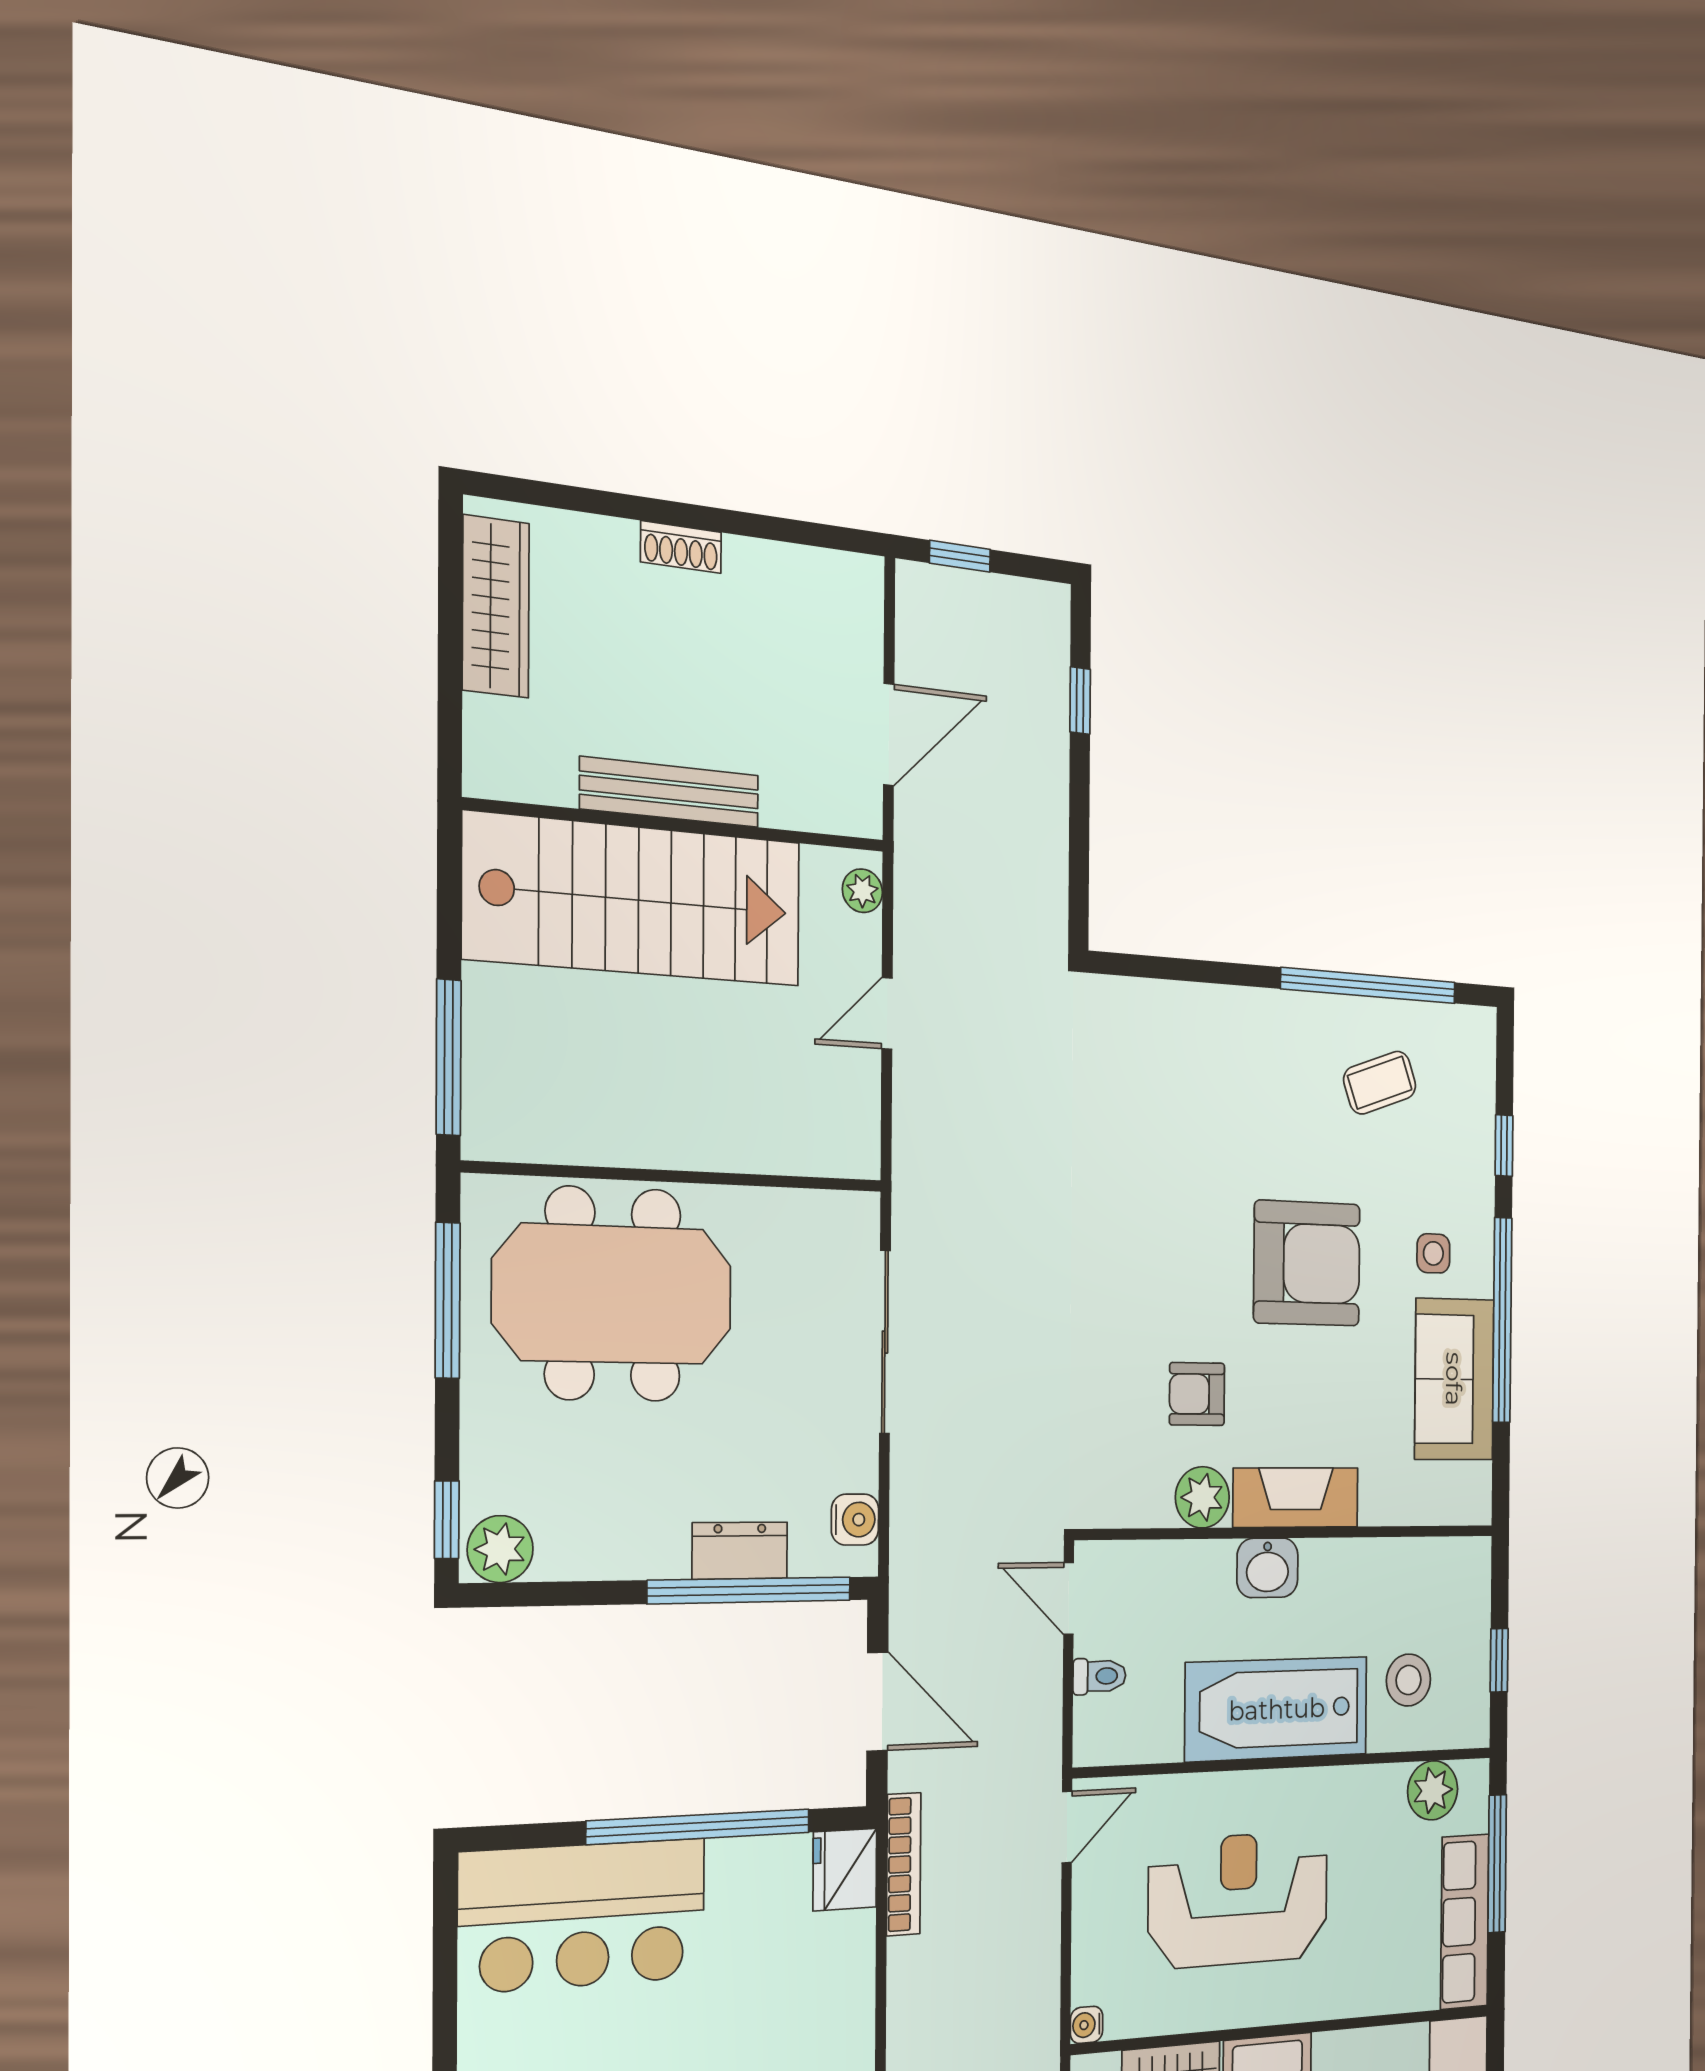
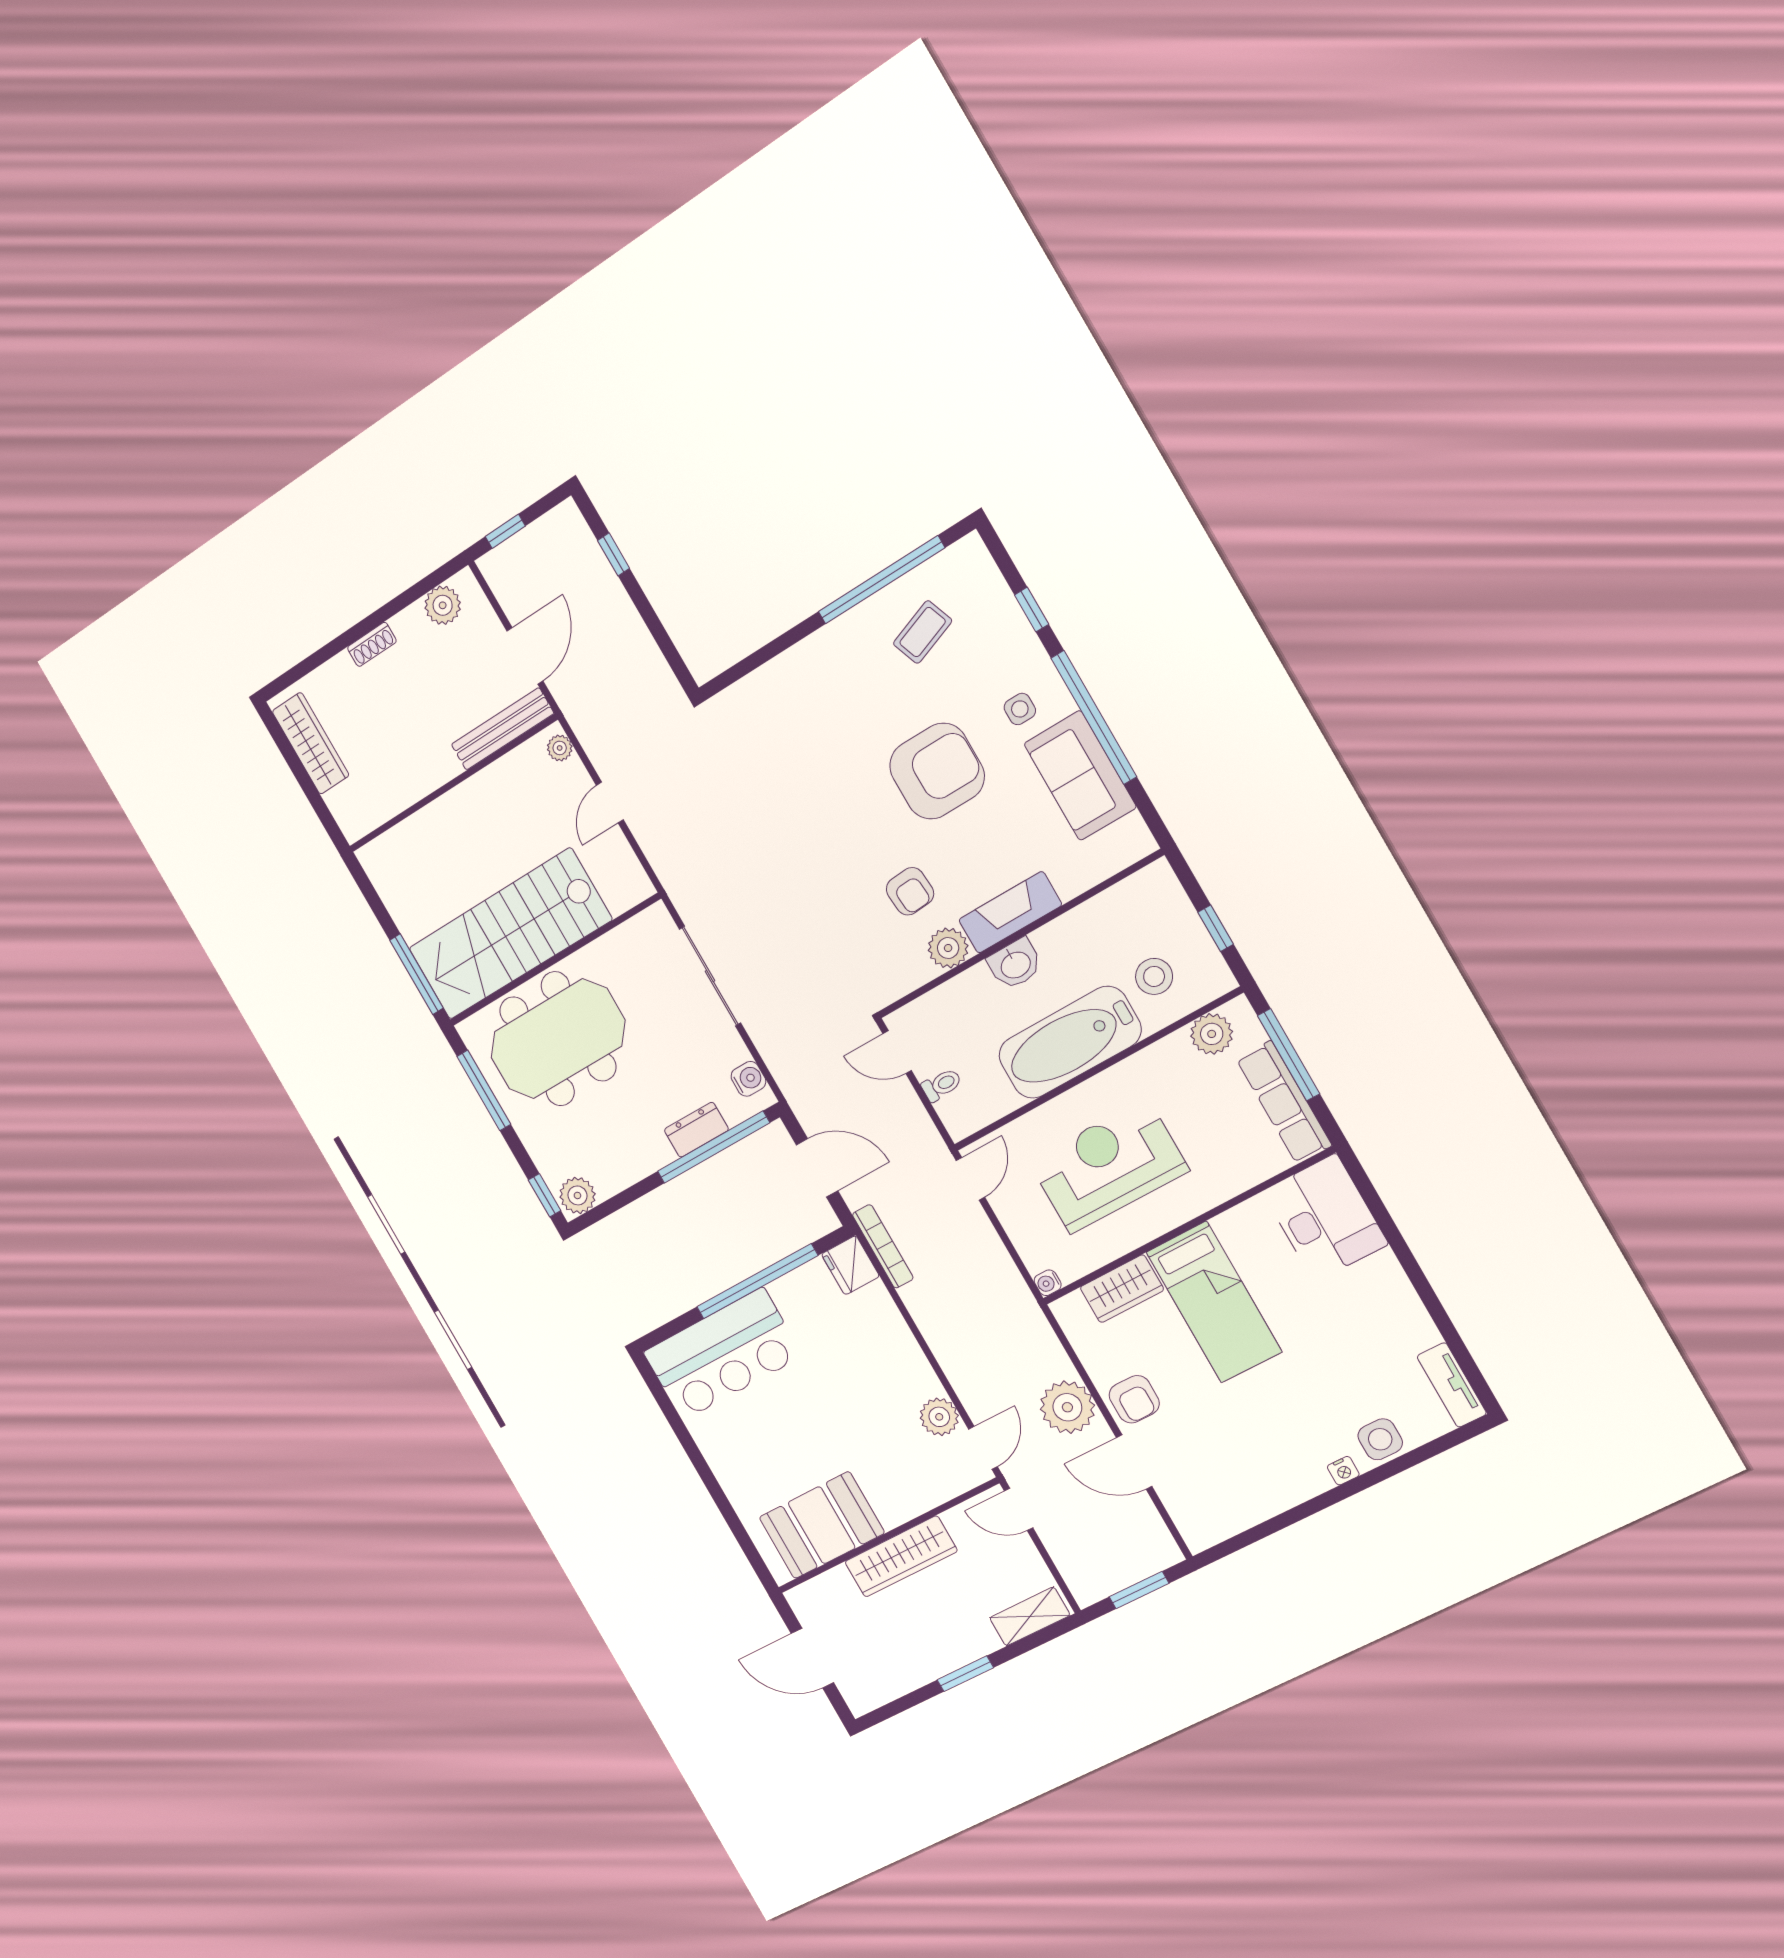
plant: (816, 579) -> (443, 605), added
bench: (670, 792) -> (502, 729), moved
stairs: (634, 900) -> (510, 934), moved, turned 180
armchair: (1197, 1394) -> (910, 891), turned -94

